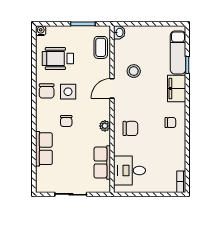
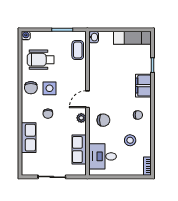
exam couch: (178, 52) -> (132, 38), moved, turned -90
stool: (134, 71) -> (130, 140), moved
door: (112, 88) -> (87, 99), moved

